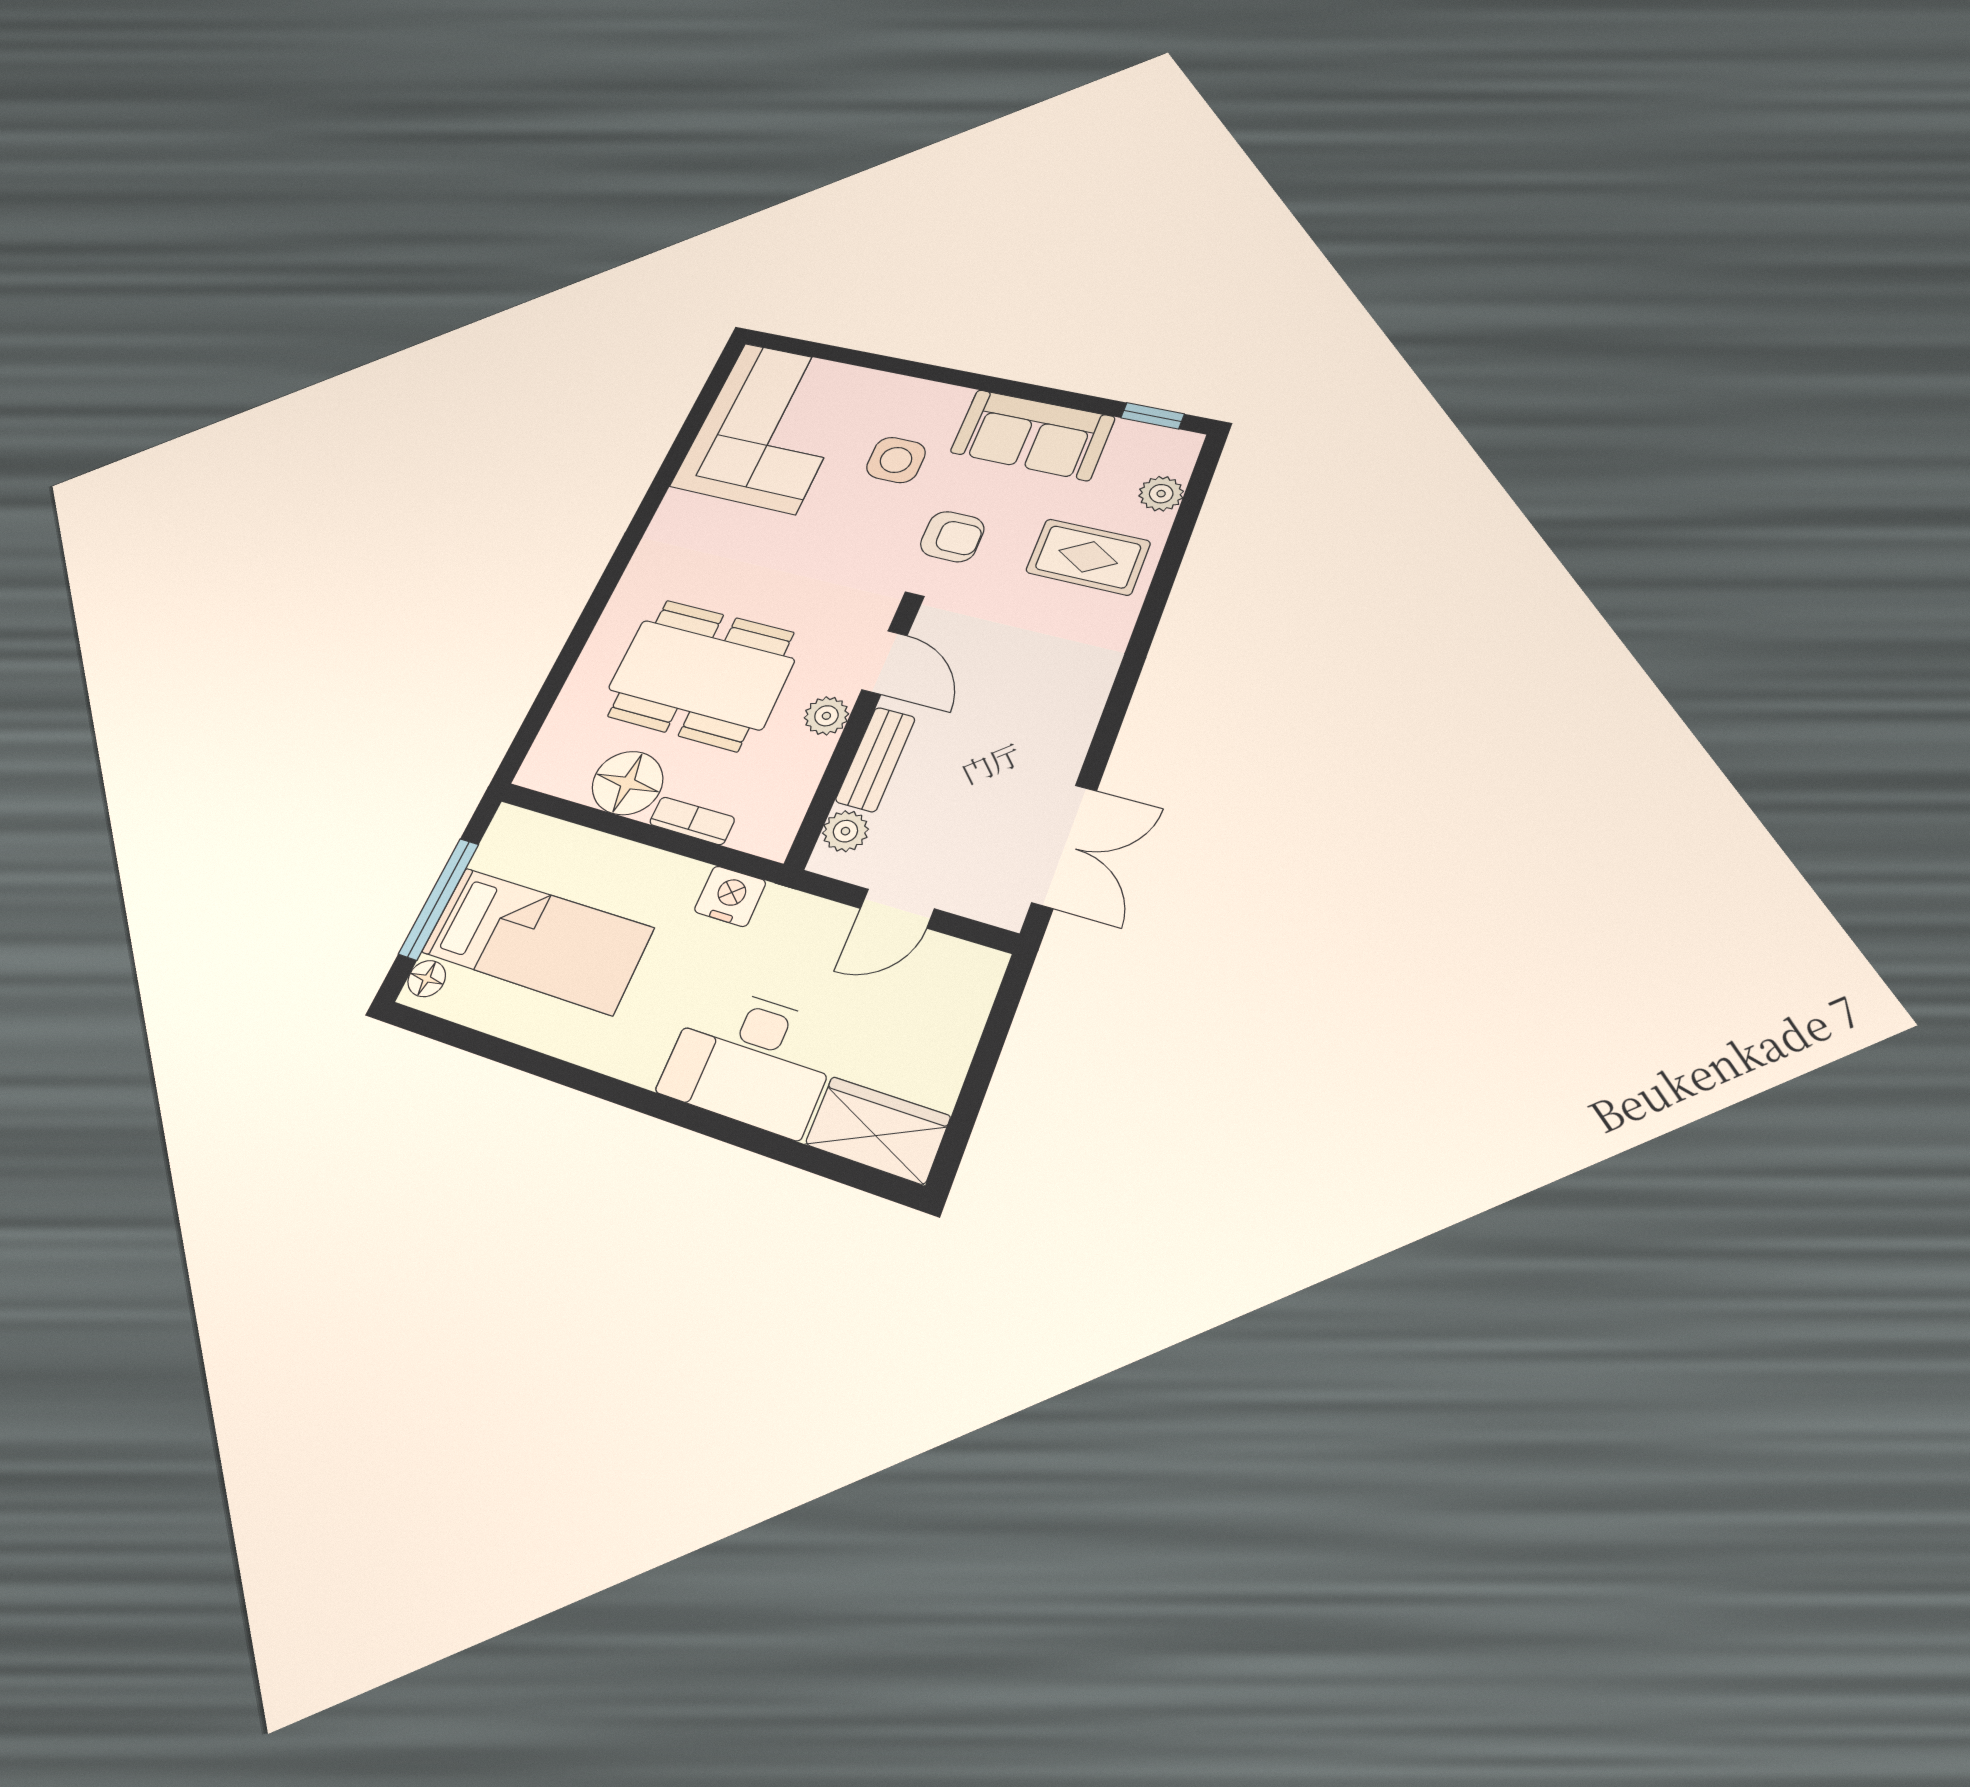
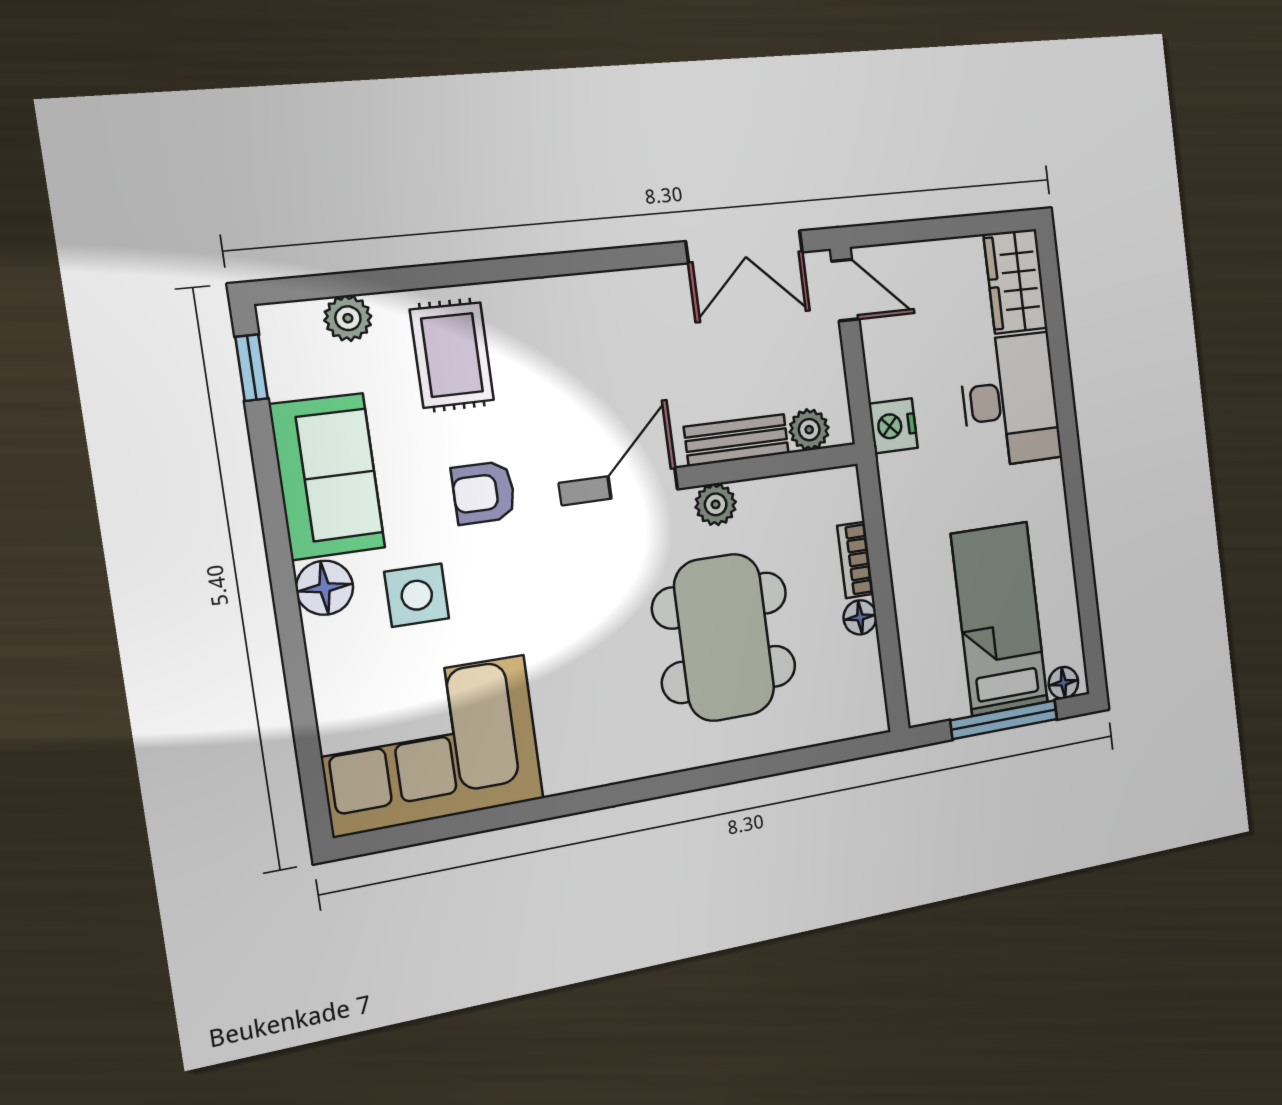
floor lamp: (942, 403) -> (325, 588), added
armchair: (952, 537) -> (484, 493), turned -90
floor lamp: (628, 783) -> (860, 617), width x0.53, depth x0.53
double door: (1065, 846) -> (745, 247), swing flipped
nightstand: (730, 896) -> (893, 426), moved
door: (897, 909) -> (845, 290), moved

